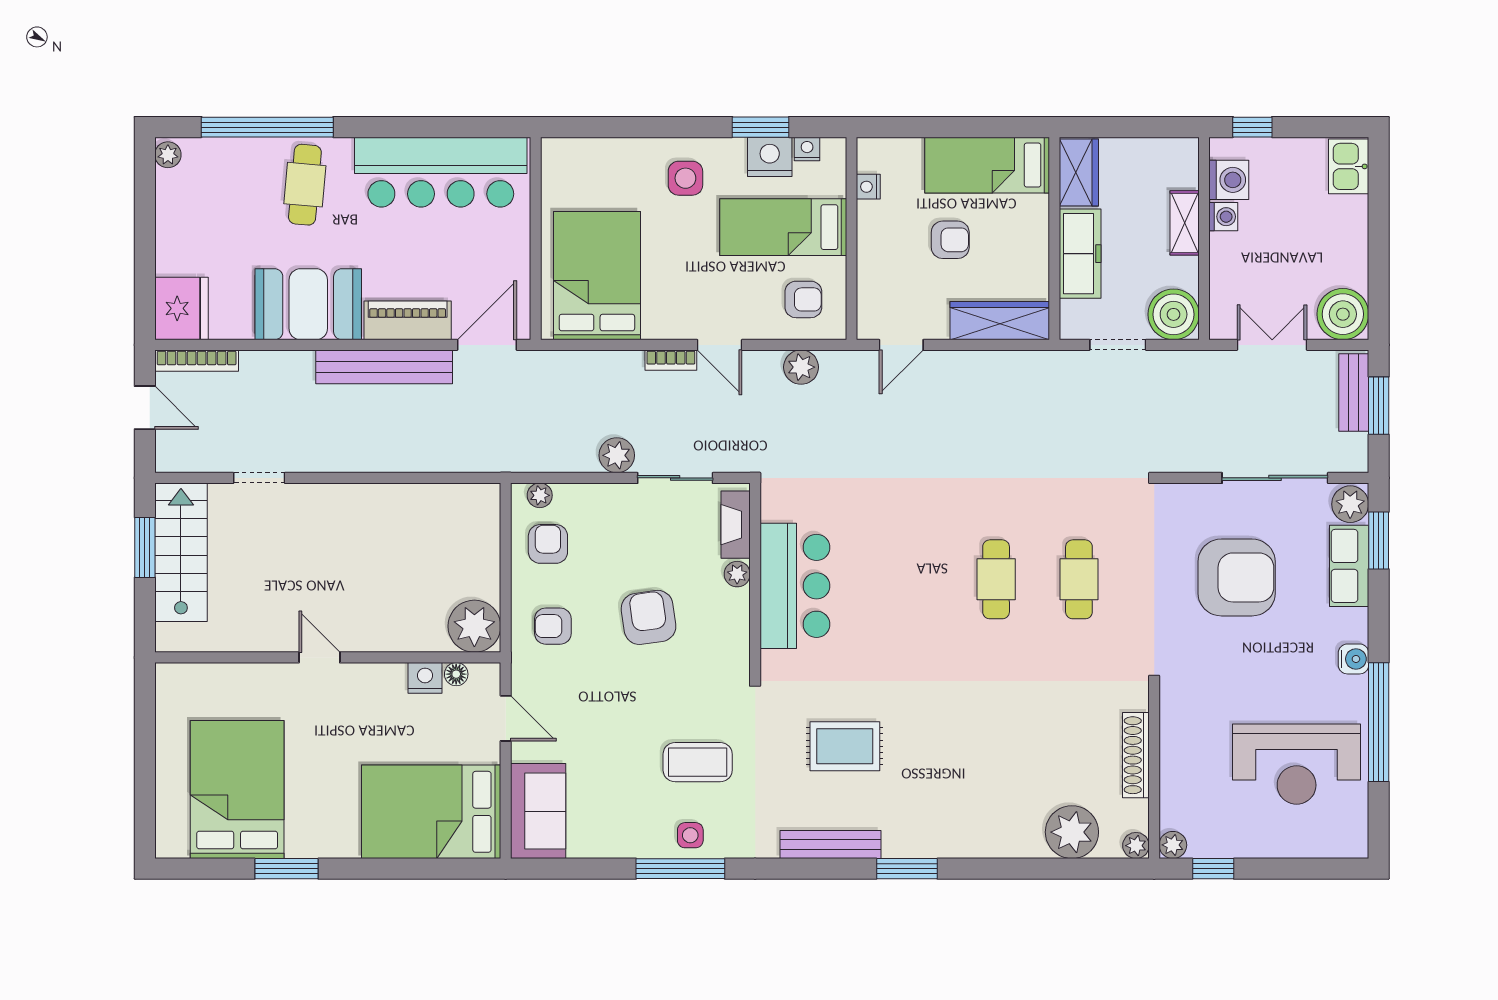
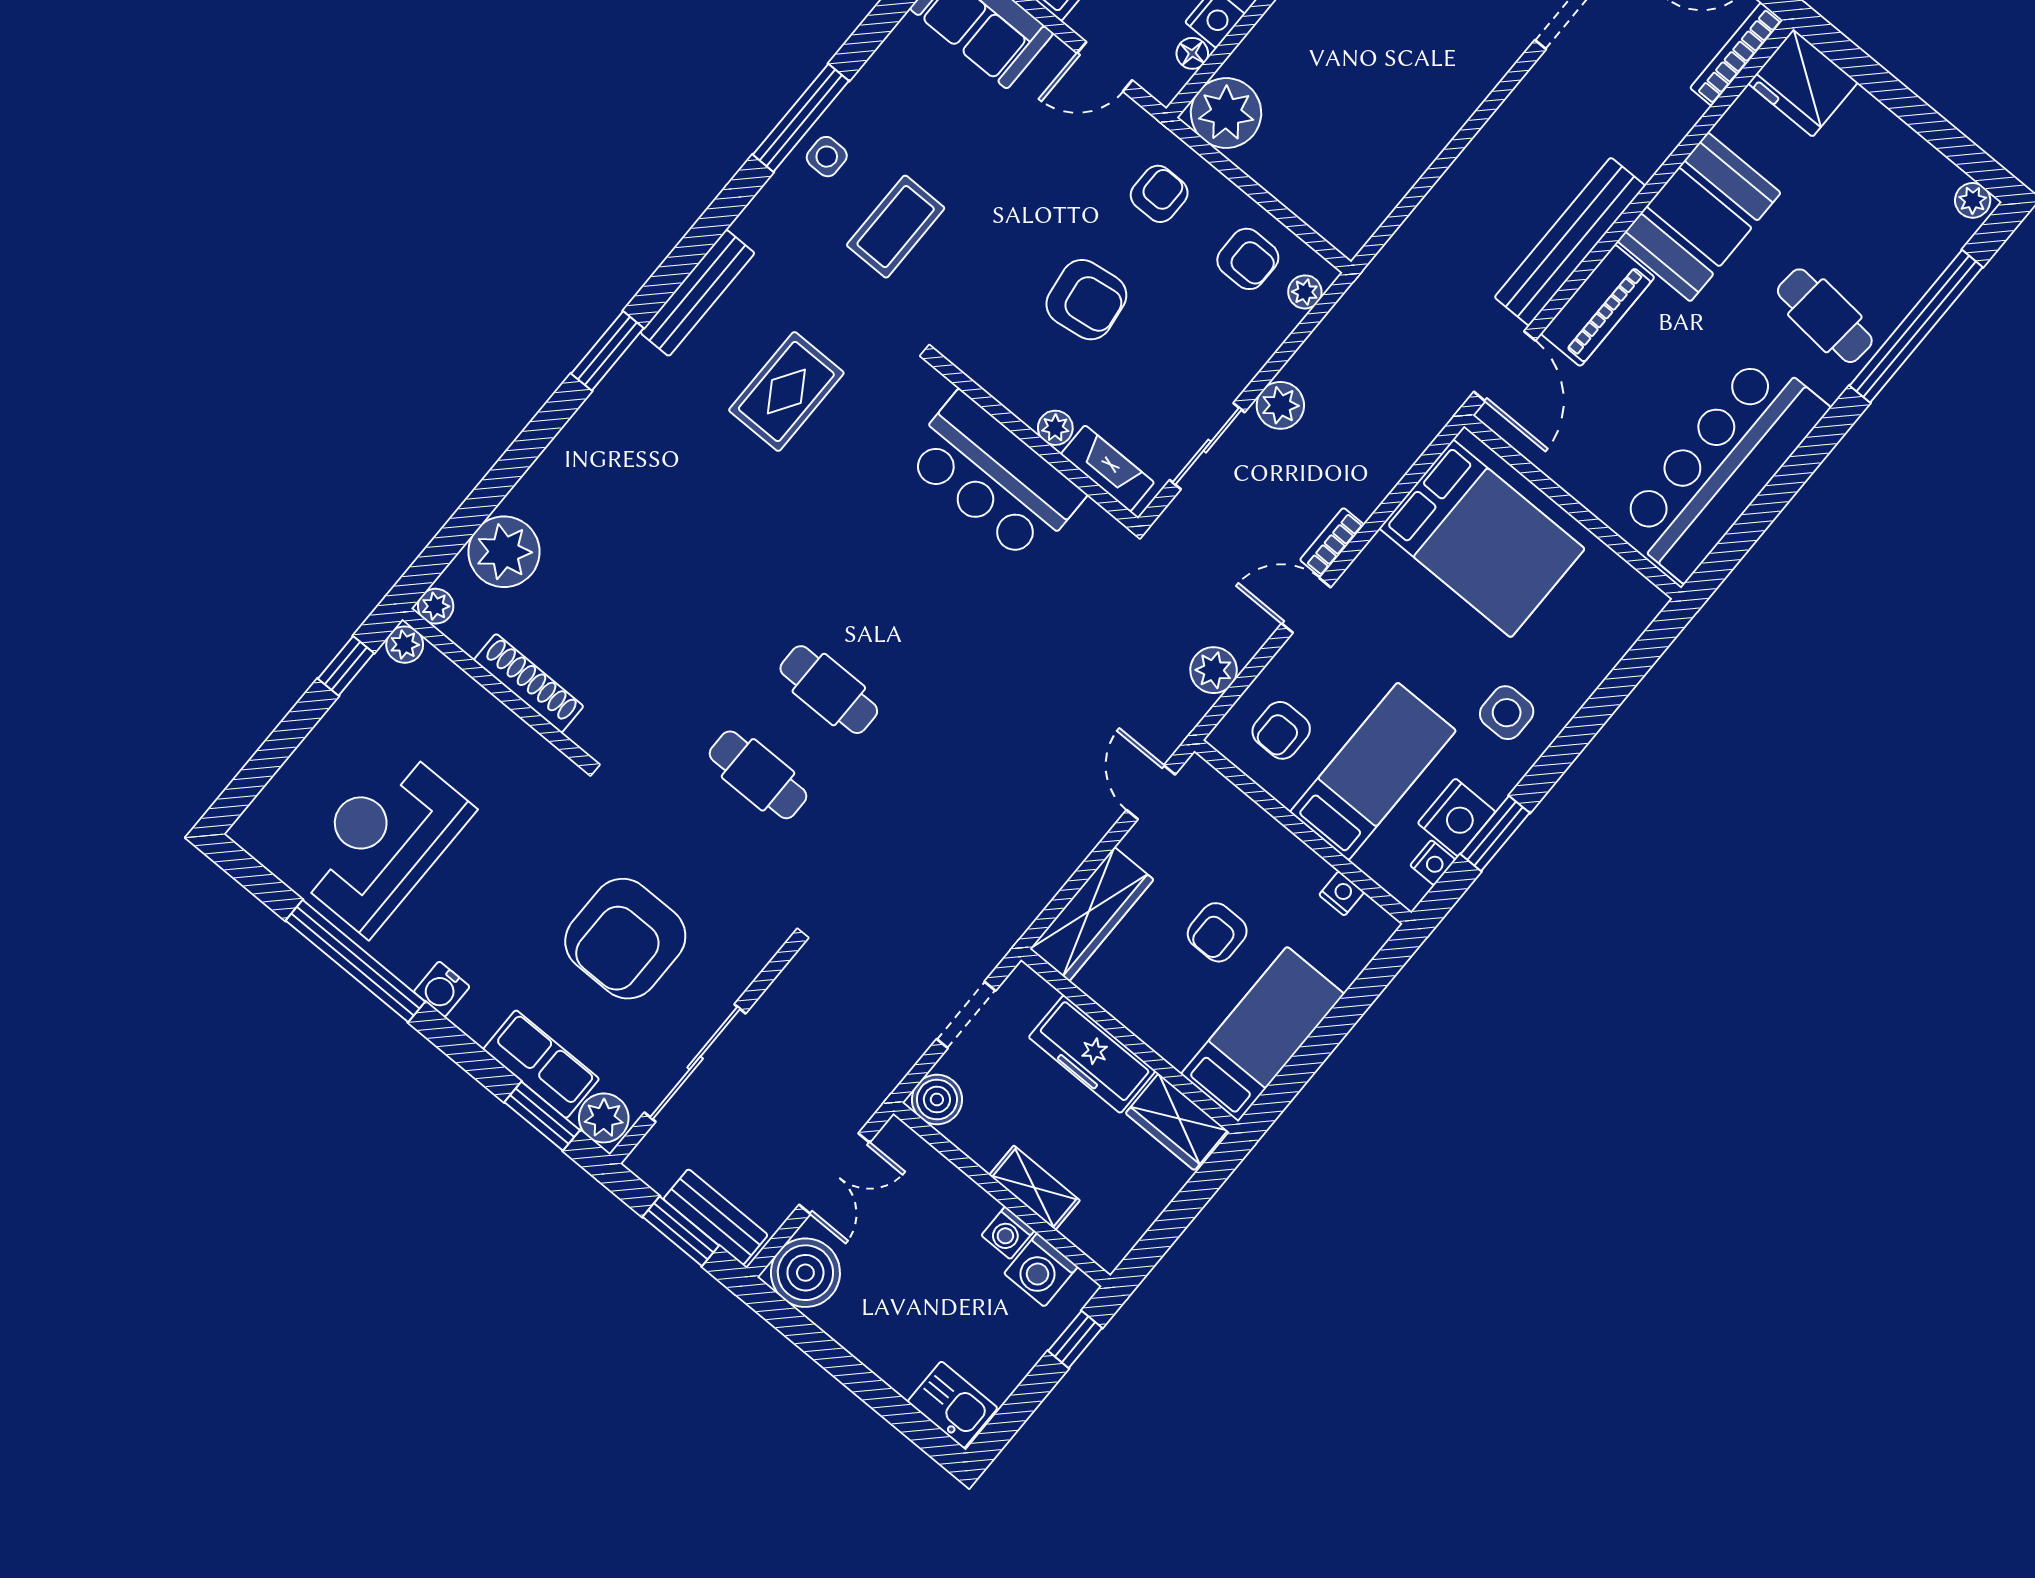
boiler: (1174, 314) -> (937, 1099), width x0.73, depth x0.73

